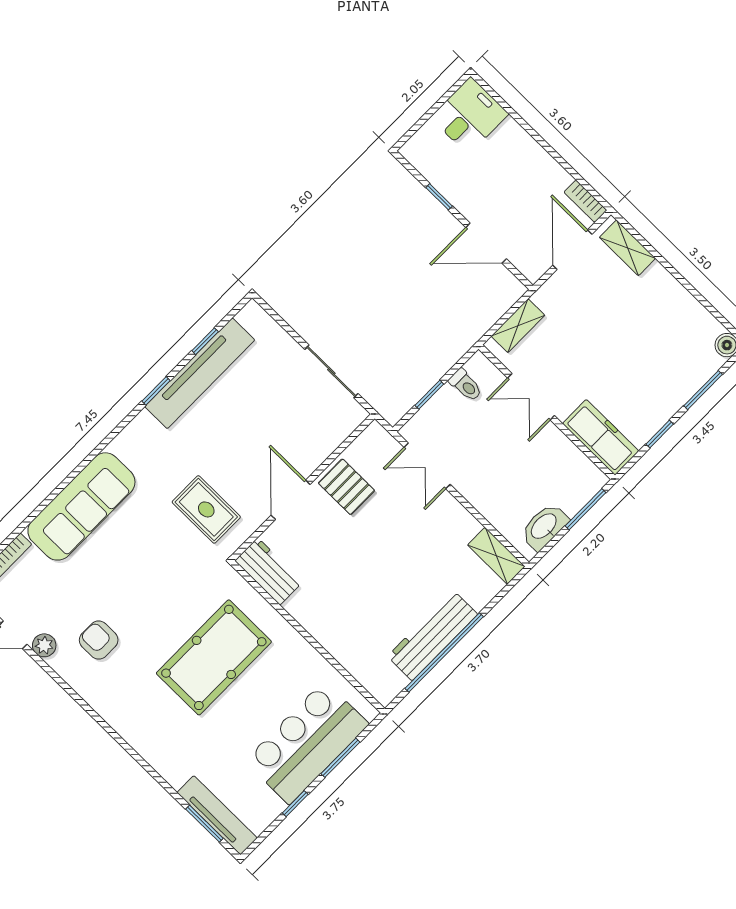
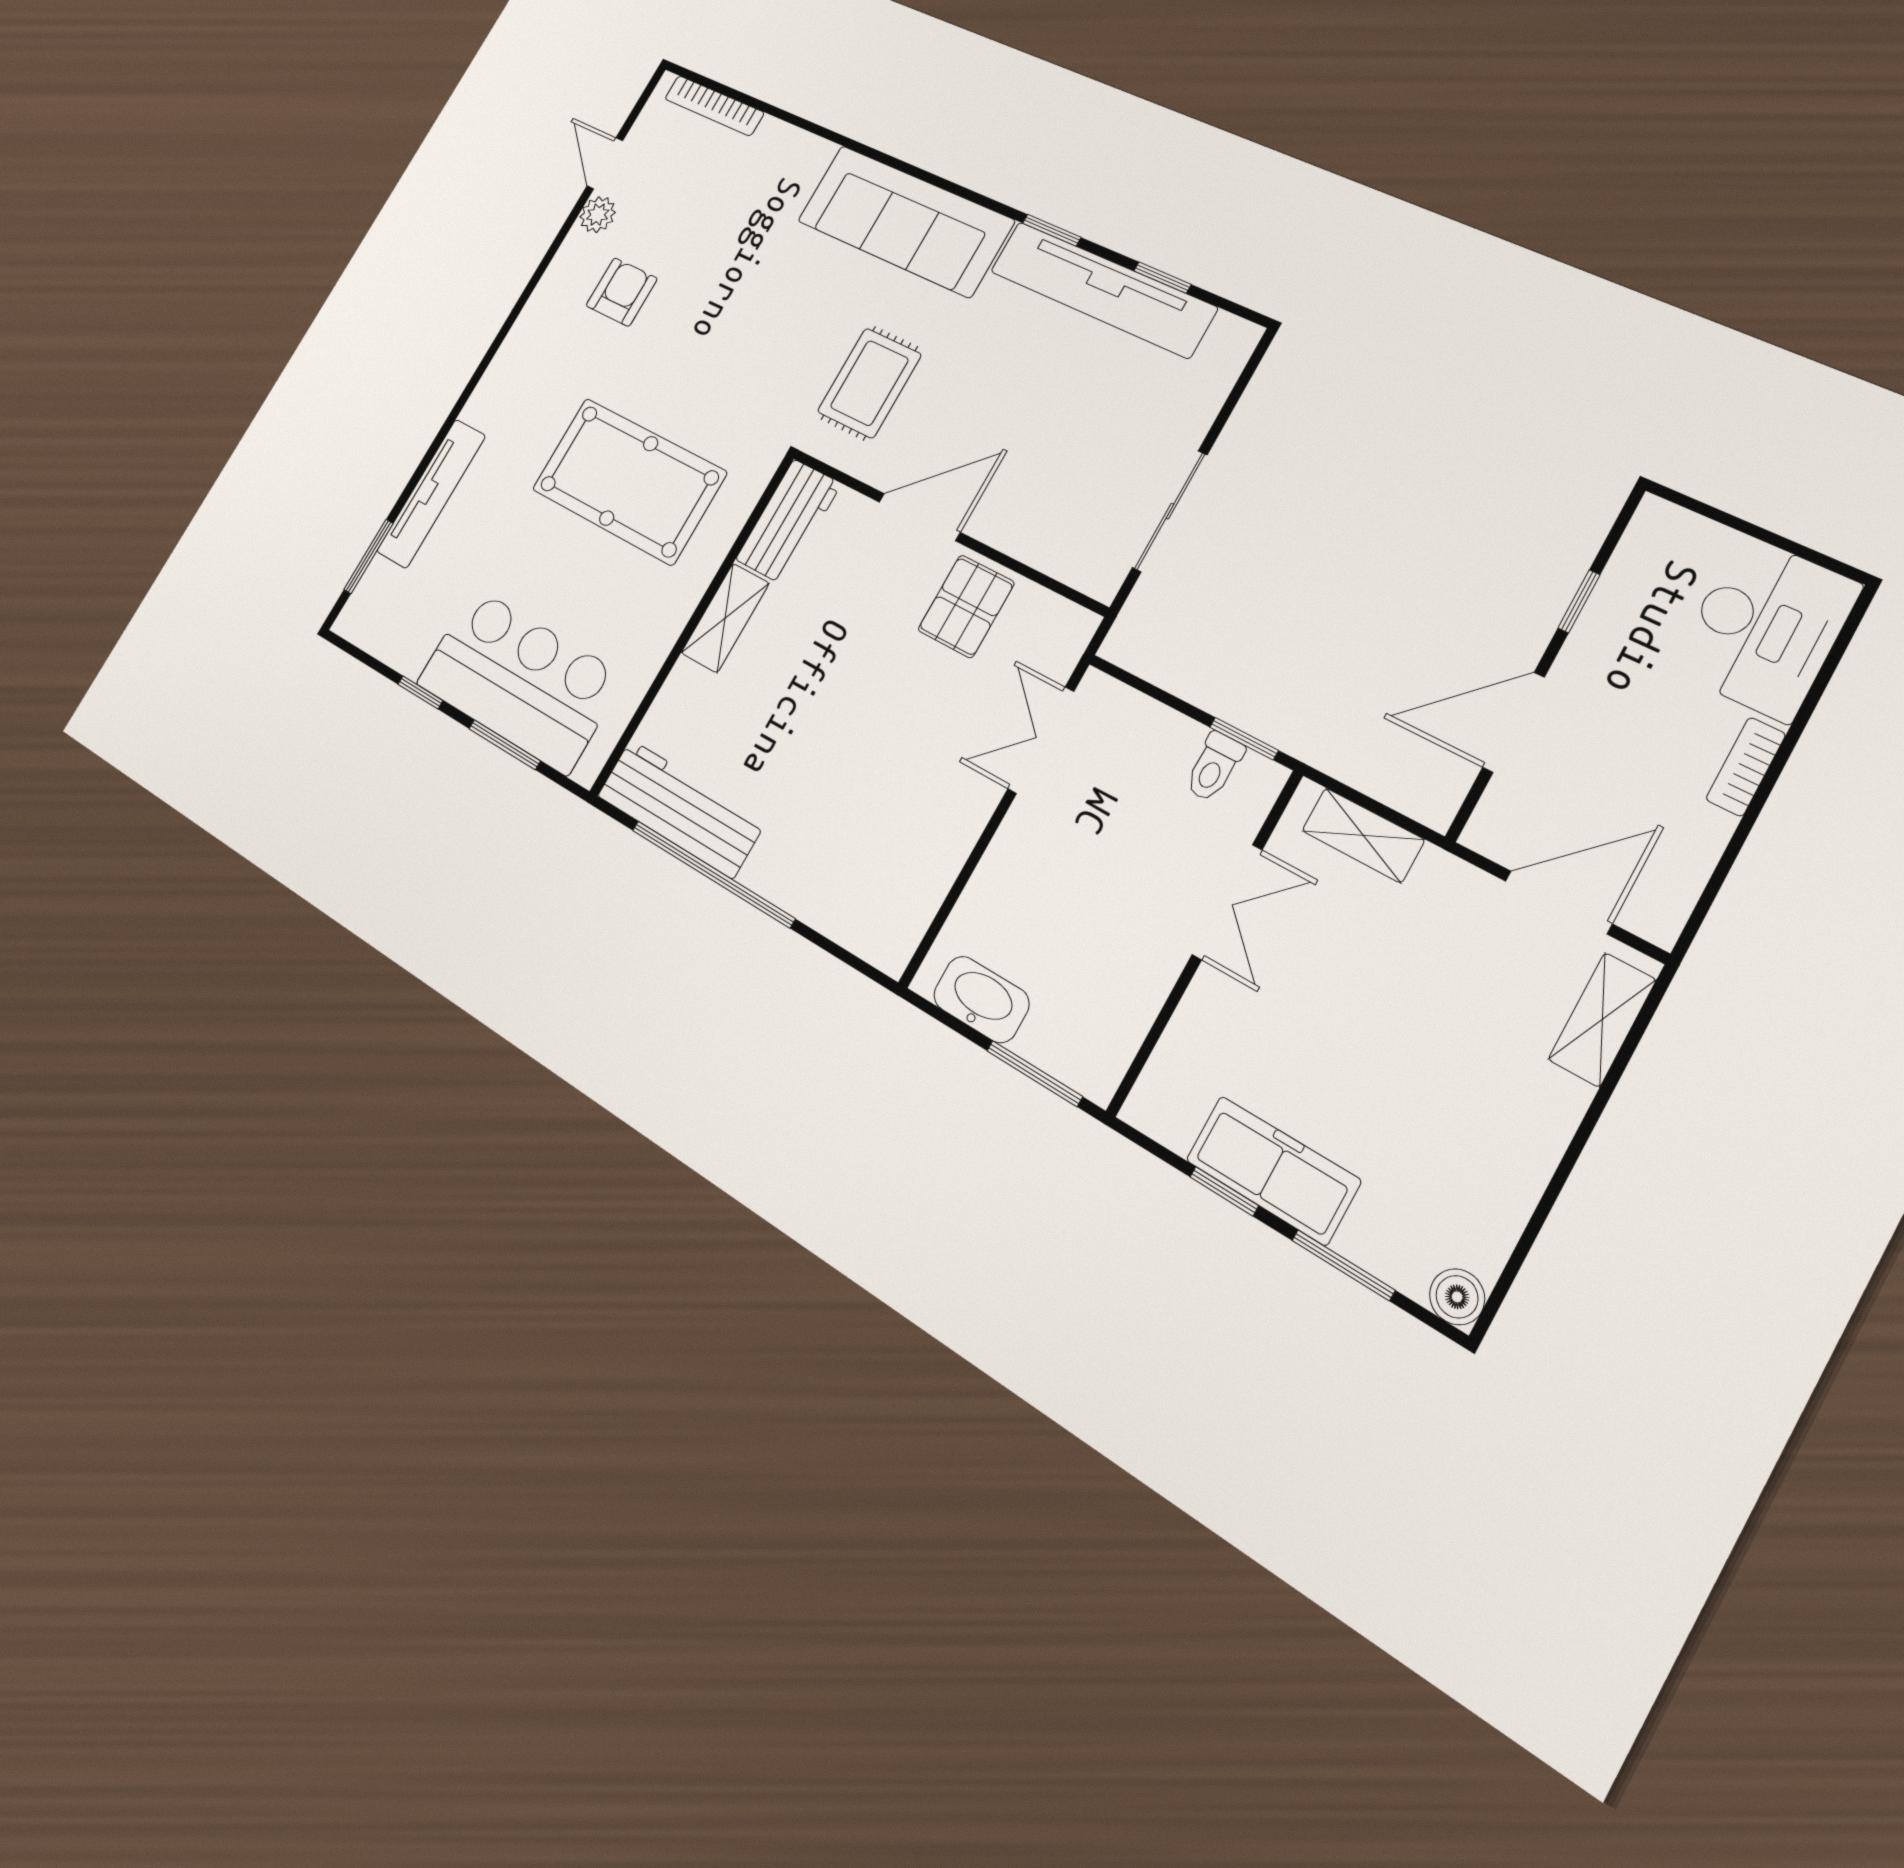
desk: (469, 116) -> (1765, 628), width x1.37
bookcase: (585, 201) -> (1746, 767), moved
door: (486, 243) -> (1514, 722), hinge flipped
window: (429, 395) -> (1244, 739), moved
double door: (531, 397) -> (1227, 902), swing flipped
freezer: (601, 437) -> (1273, 1170), moved, turned -90
sofa: (81, 506) -> (905, 221), moved
shelving: (496, 556) -> (725, 618), moved
workbench: (432, 635) -> (681, 808), moved
tv unit: (217, 815) -> (431, 494), moved

